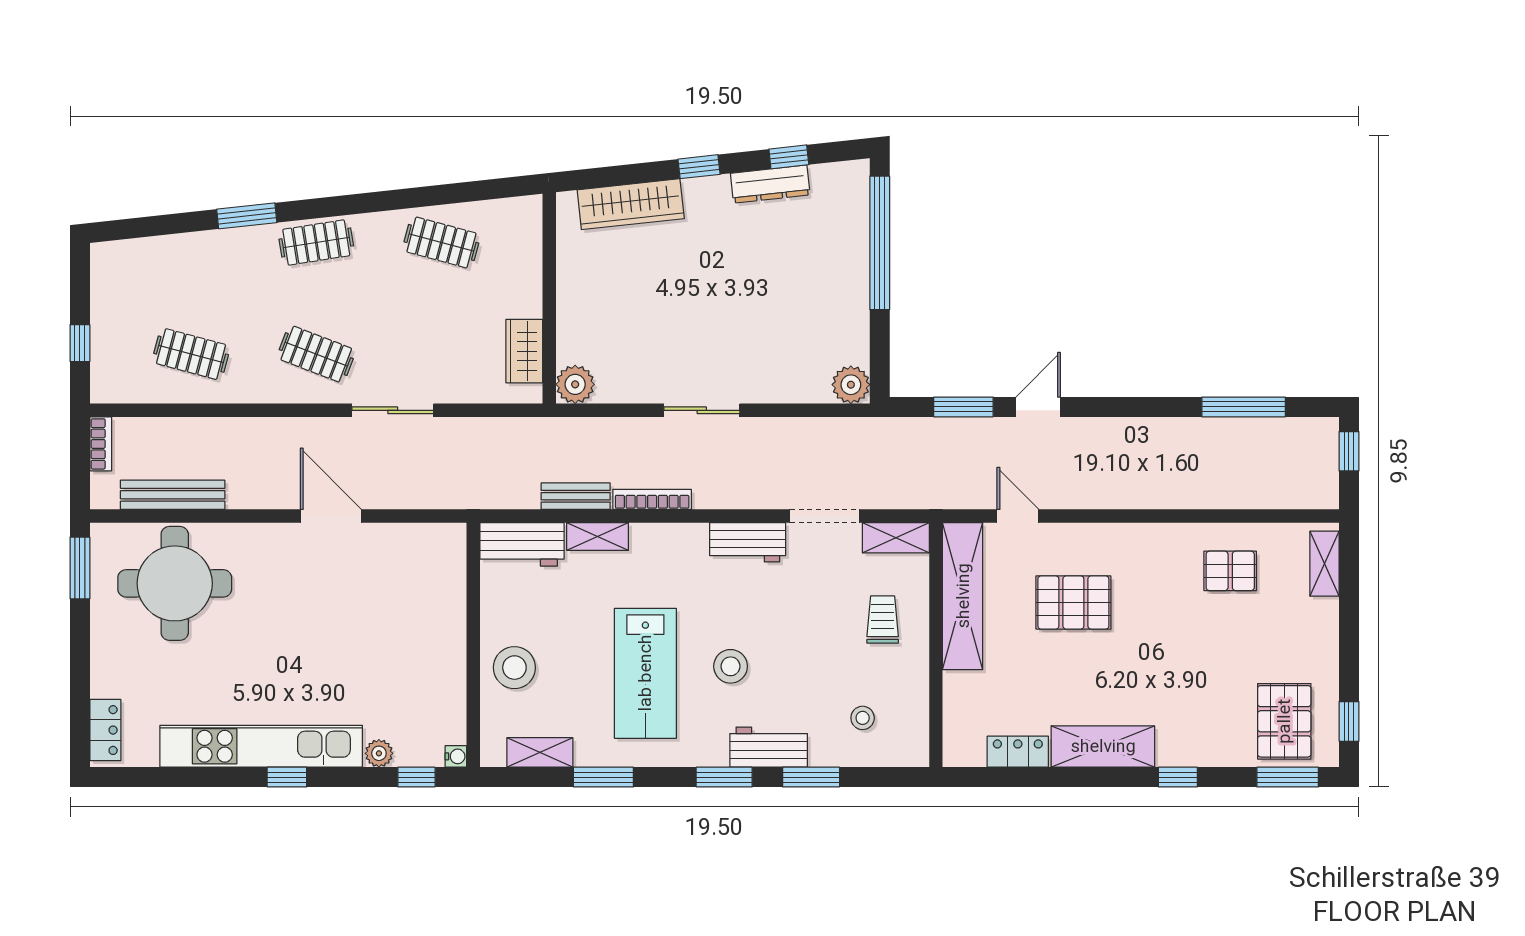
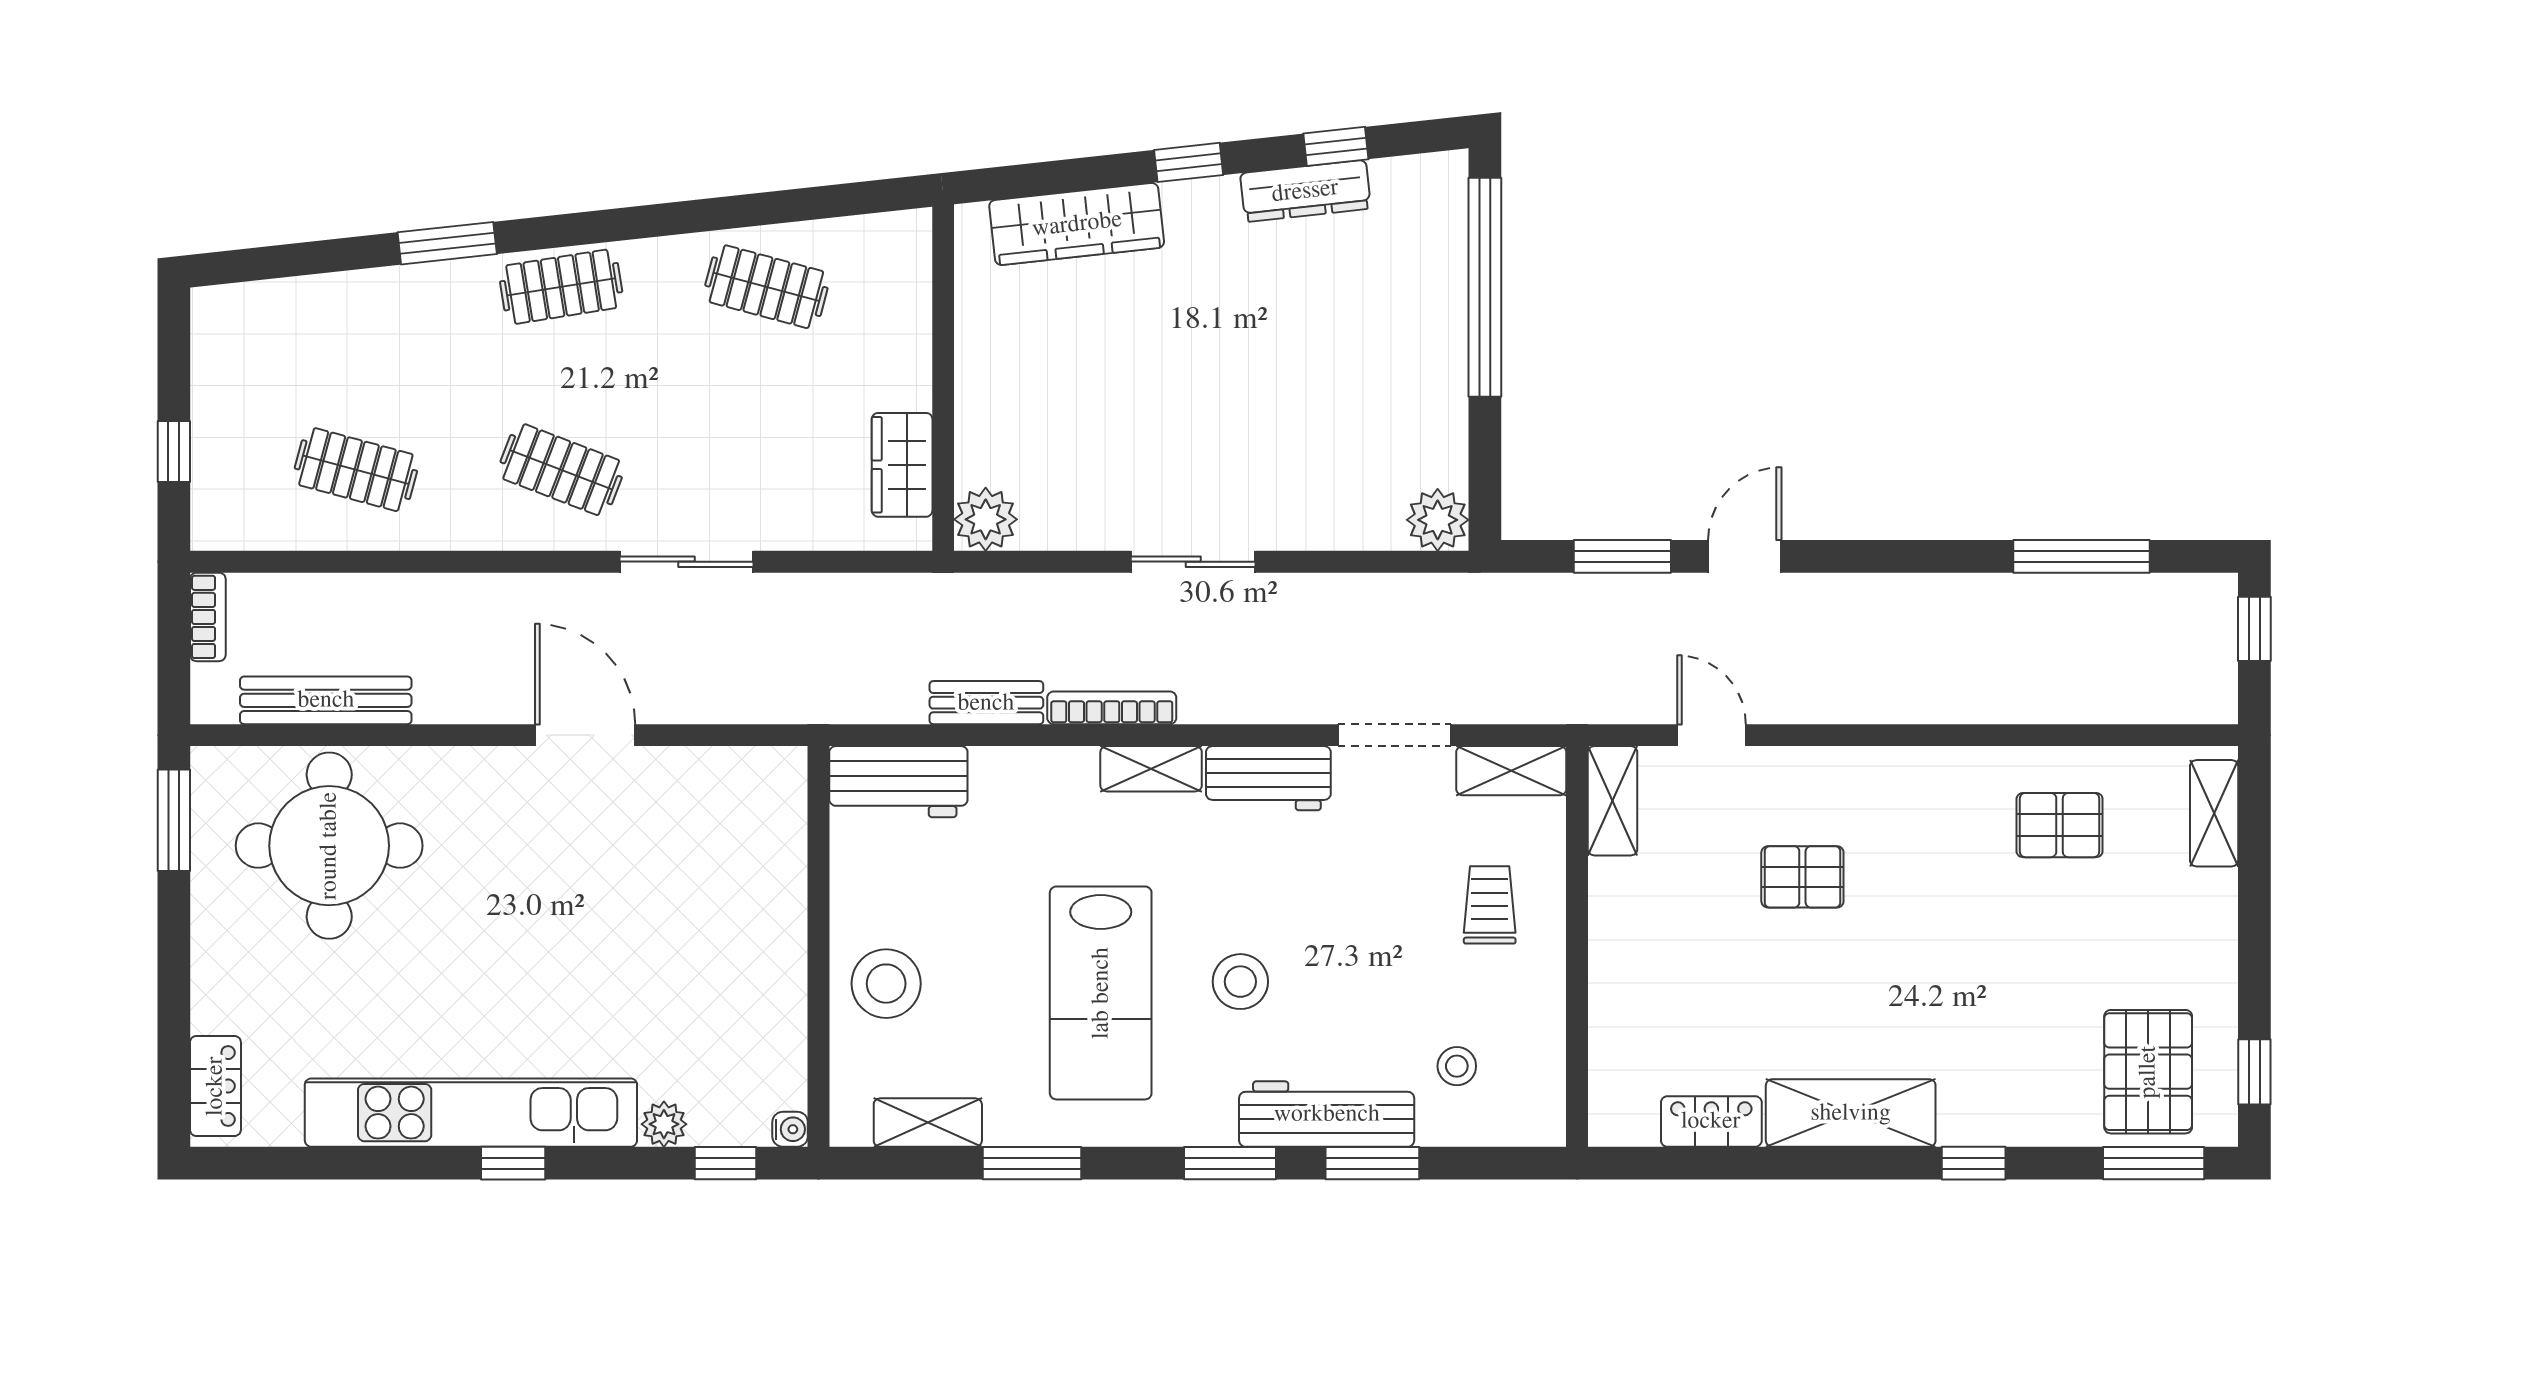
shelving: (598, 537) -> (1151, 769), moved
shelving: (963, 596) -> (1613, 801), width x0.45, depth x0.75
pallet: (1073, 602) -> (1802, 877), width x0.67, depth x0.71
workbench: (769, 747) -> (1327, 1114), width x1.38

